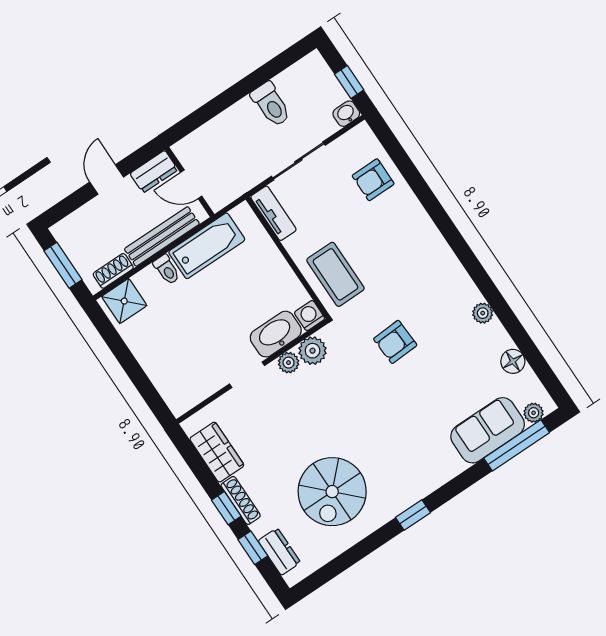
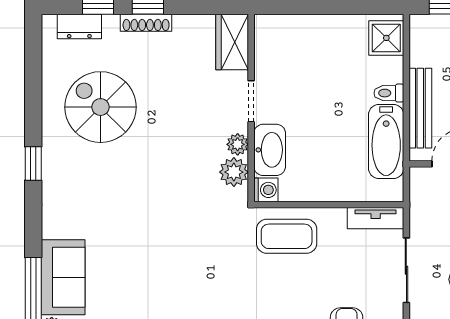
shoe rack: (113, 271) -> (419, 46), removed
armchair: (395, 342) -> (193, 249), removed
wardrobe: (217, 452) -> (232, 42), moved, turned 90

